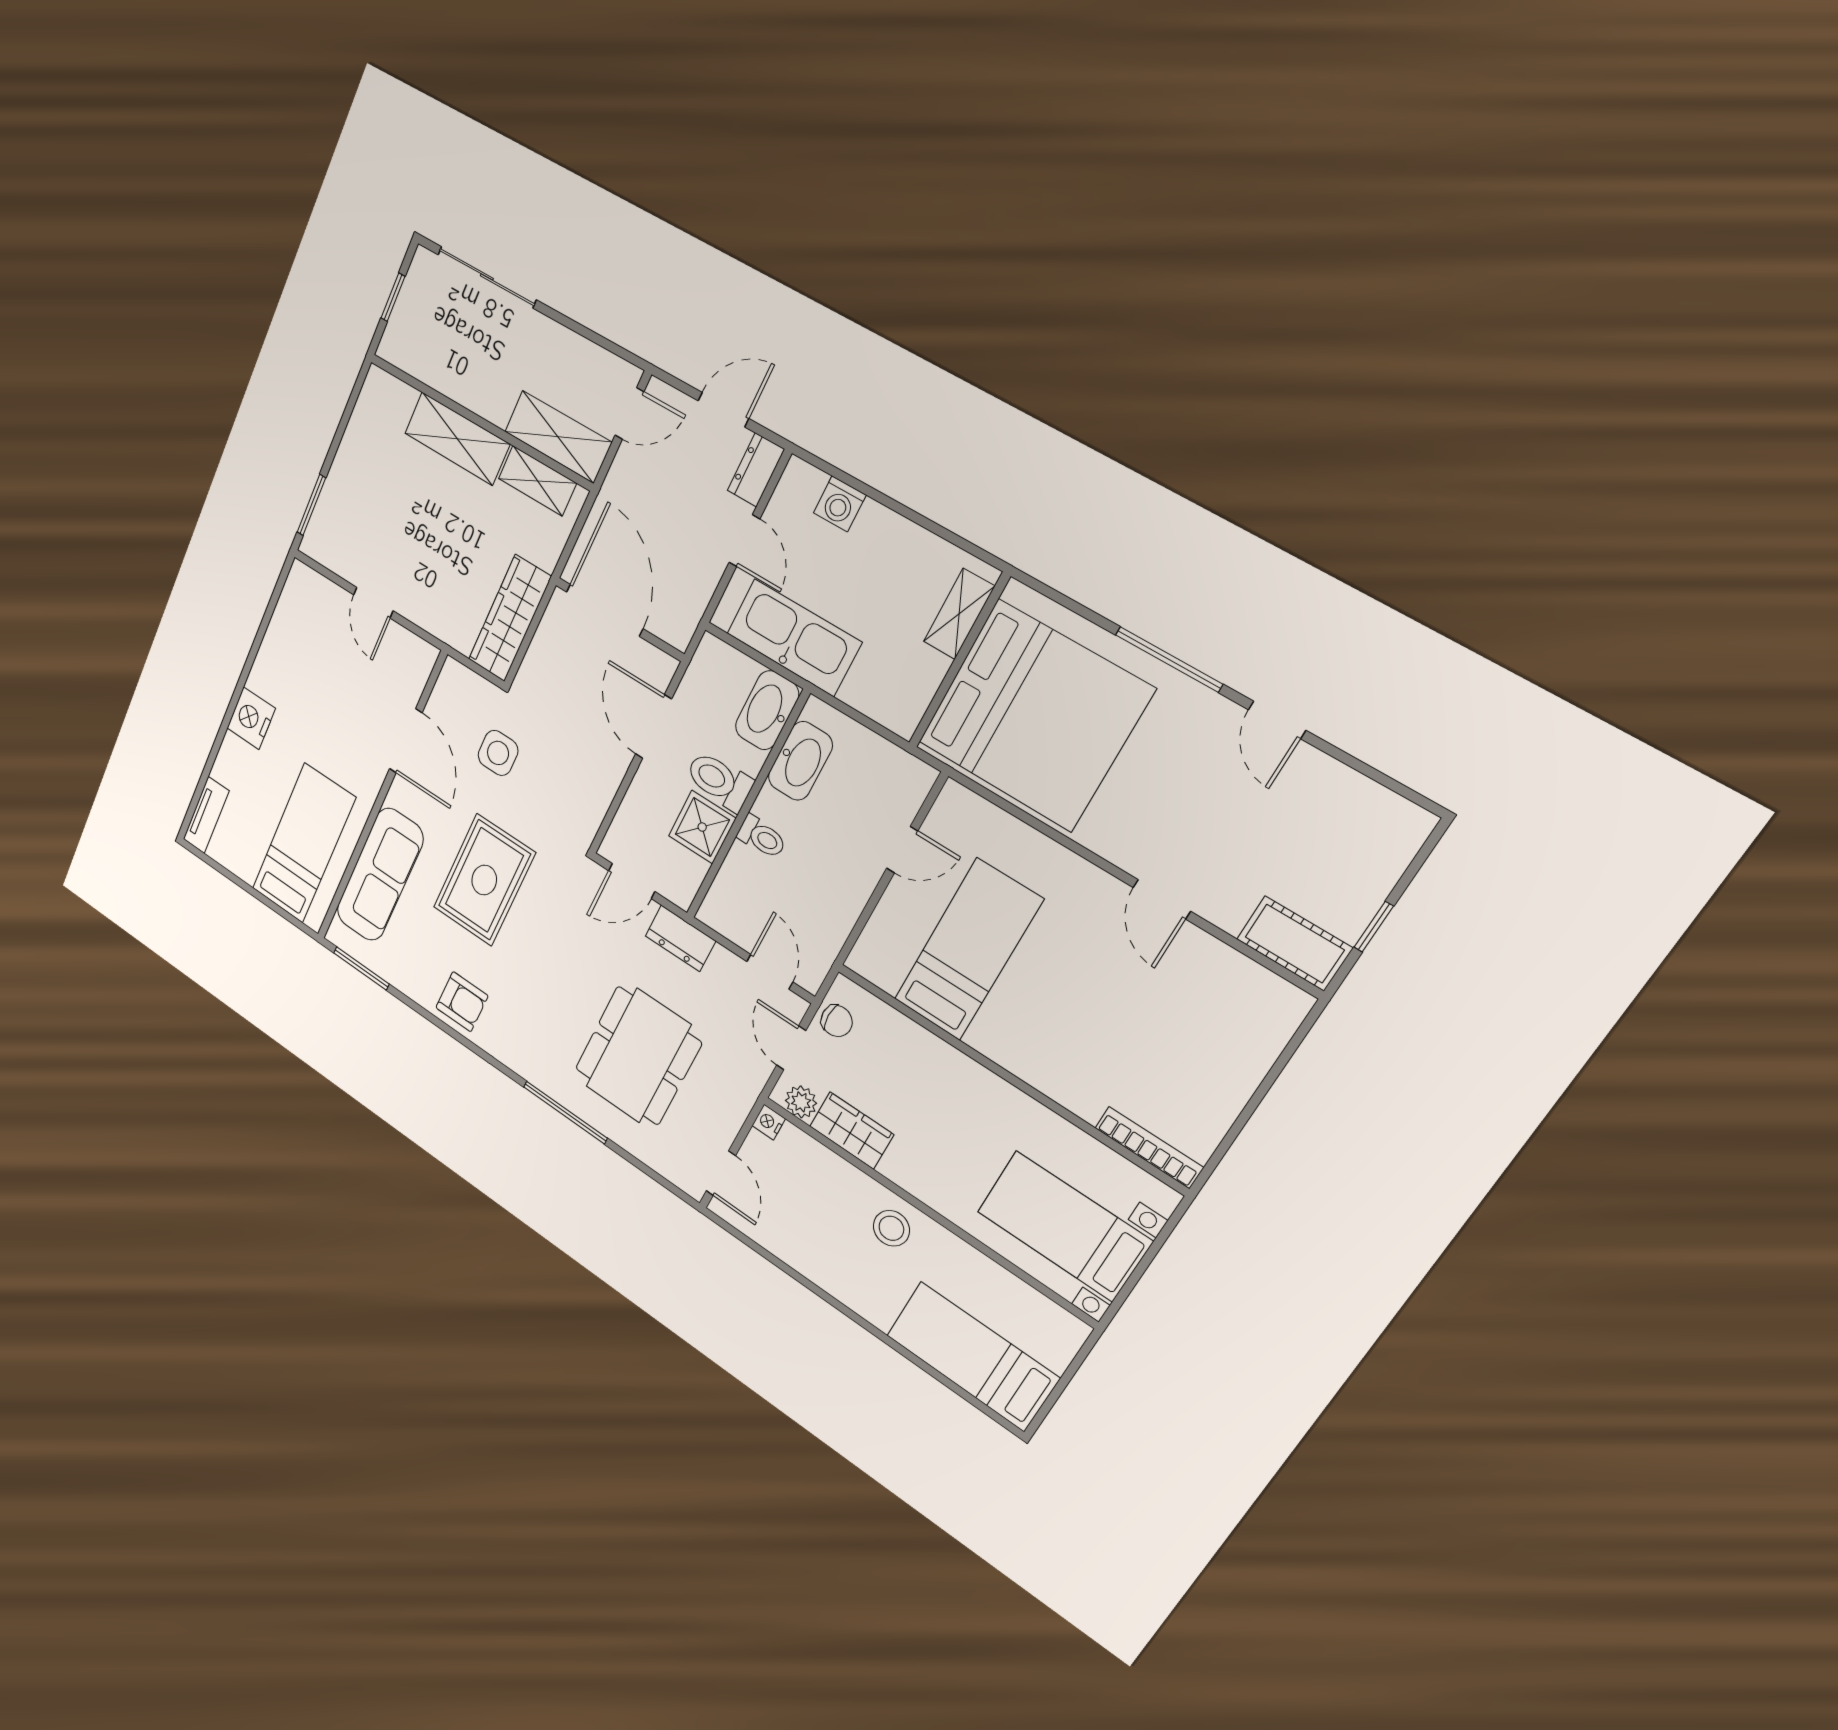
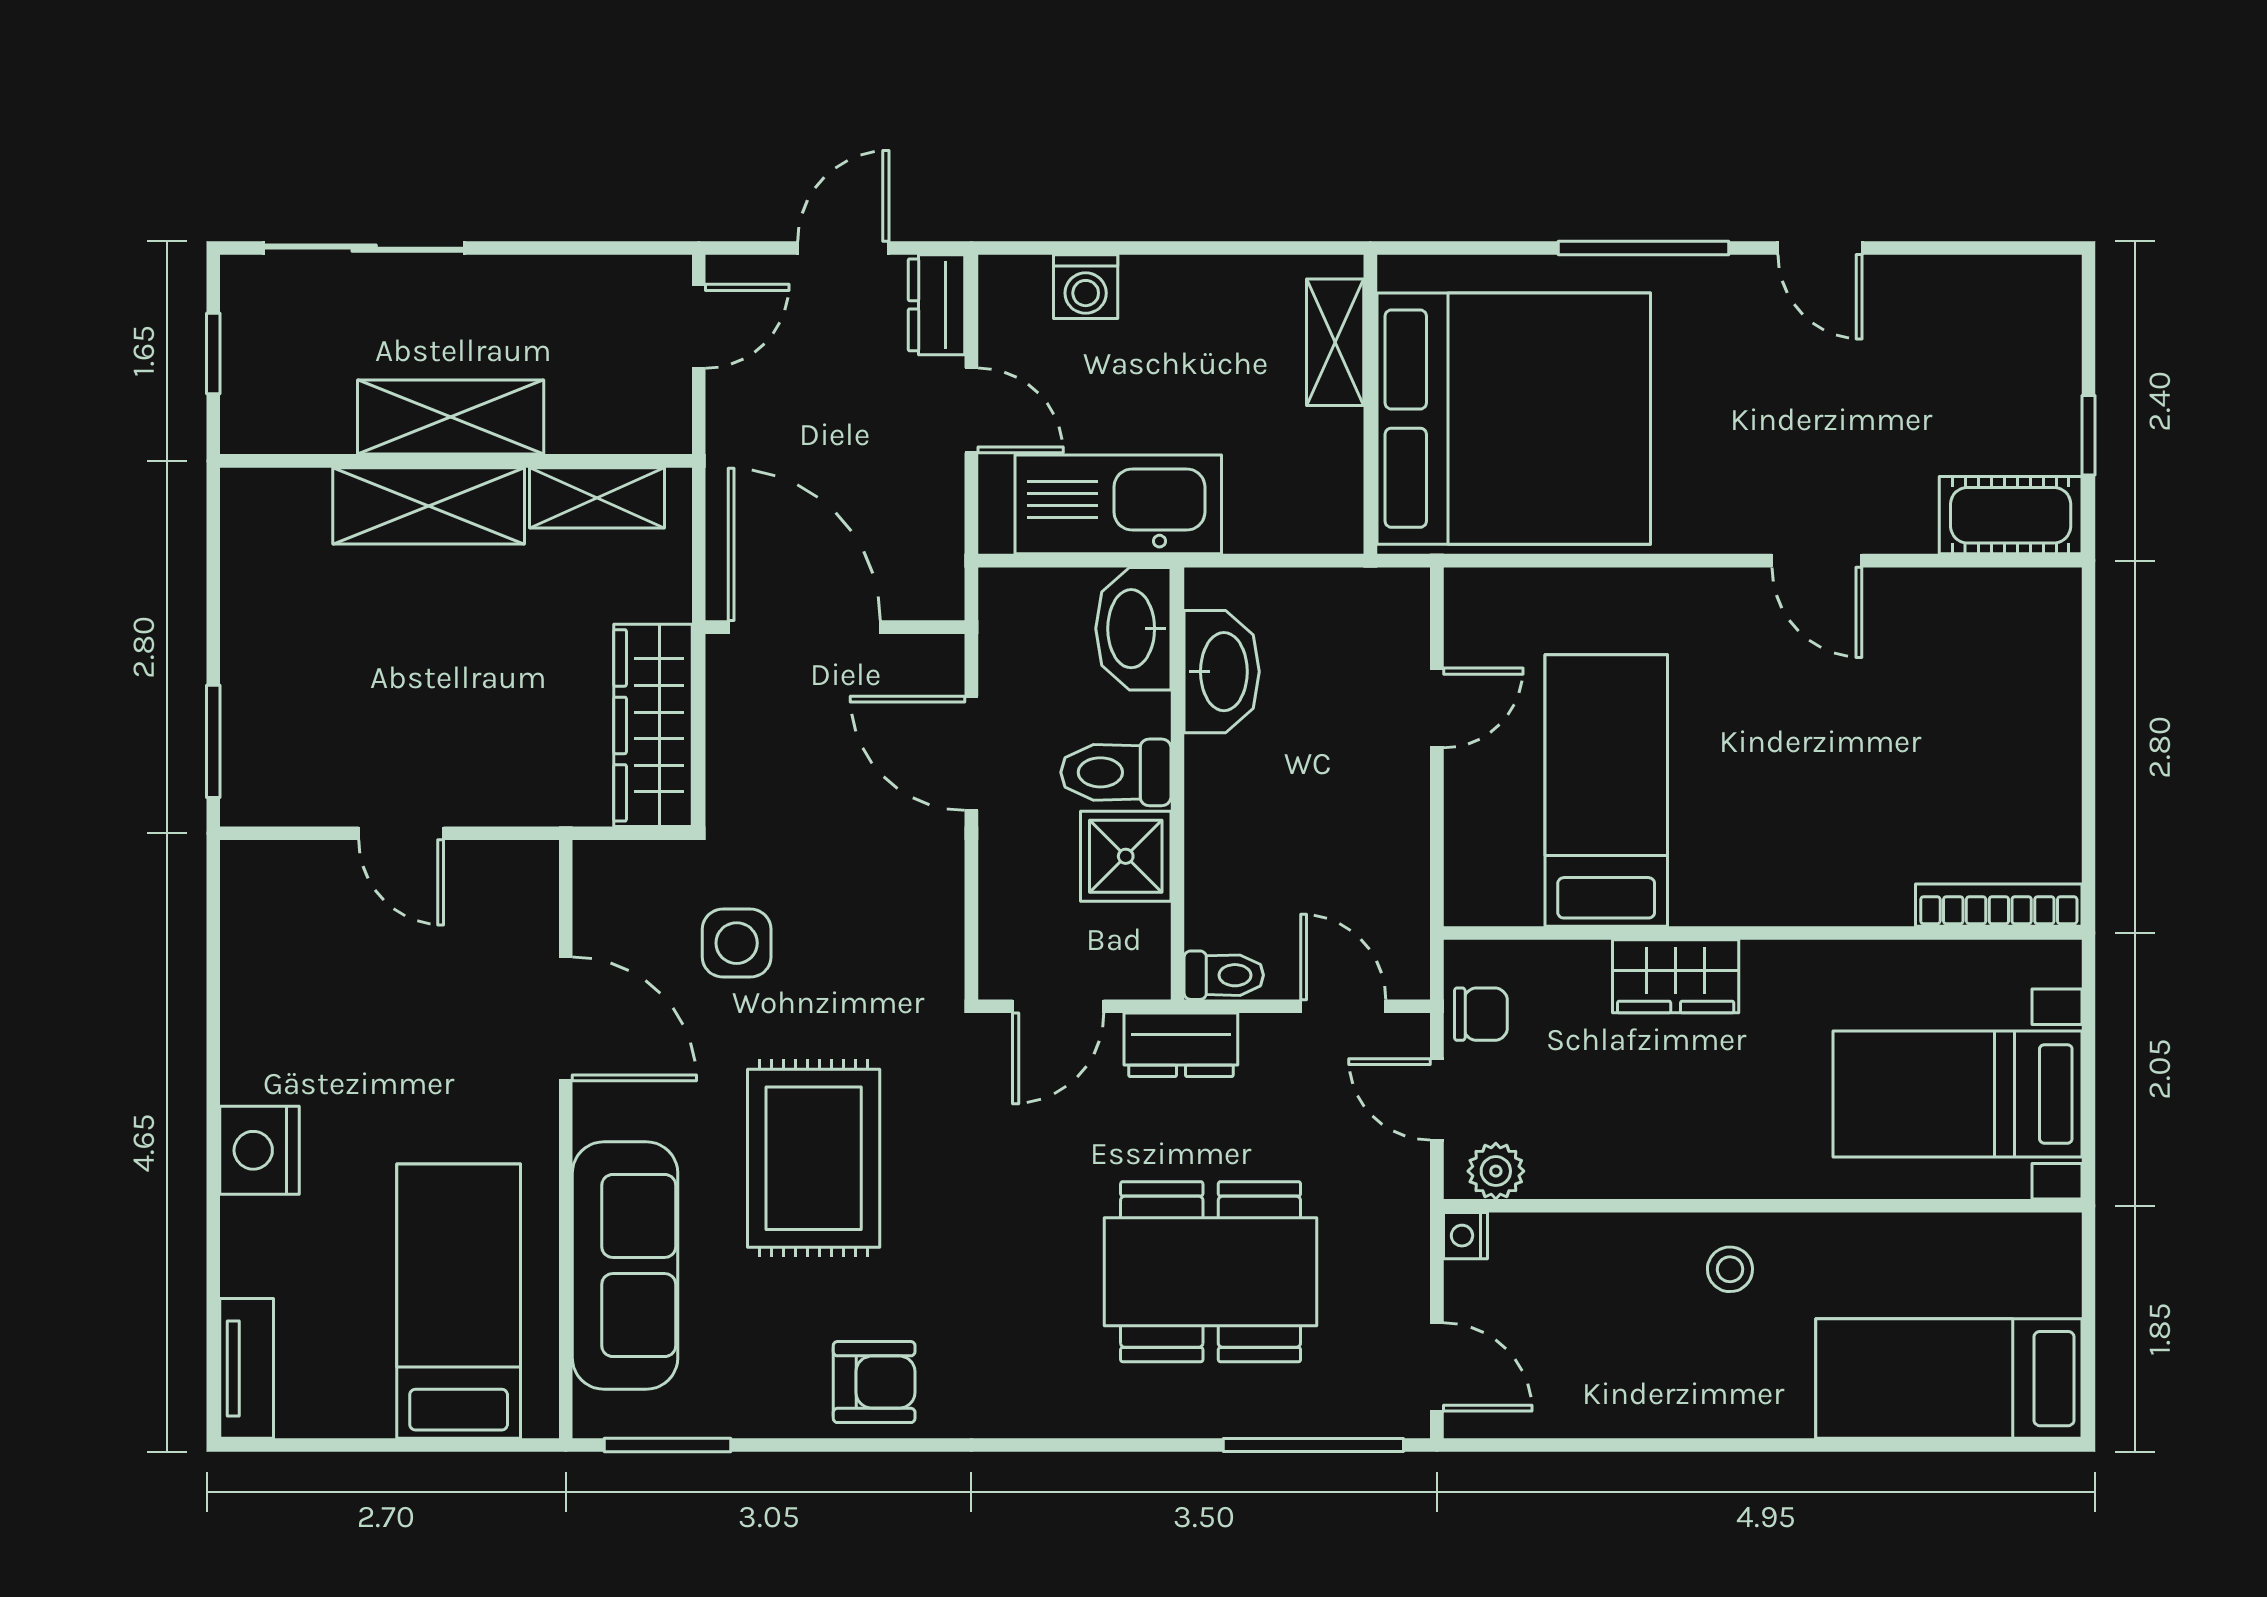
shelving: (558, 437) -> (451, 417), moved
toilet: (762, 837) -> (1224, 975), moved
dining table: (638, 1056) -> (1211, 1272), turned 90
window: (565, 1113) -> (1313, 1445), moved
wardrobe: (852, 1130) -> (1676, 976), moved, turned 180
stool: (891, 1228) -> (1730, 1269), width x0.73, depth x0.73

